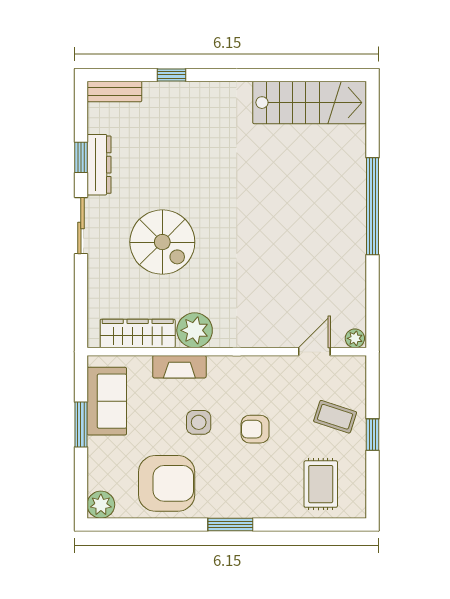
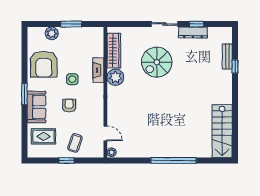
bench: (114, 92) -> (227, 56), moved
sofa: (107, 401) -> (37, 107), moved, turned -90
plant: (101, 505) -> (52, 33), moved

